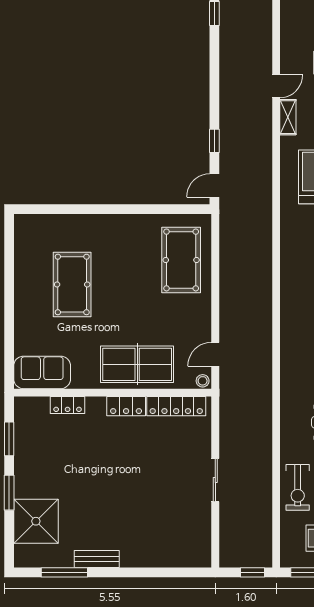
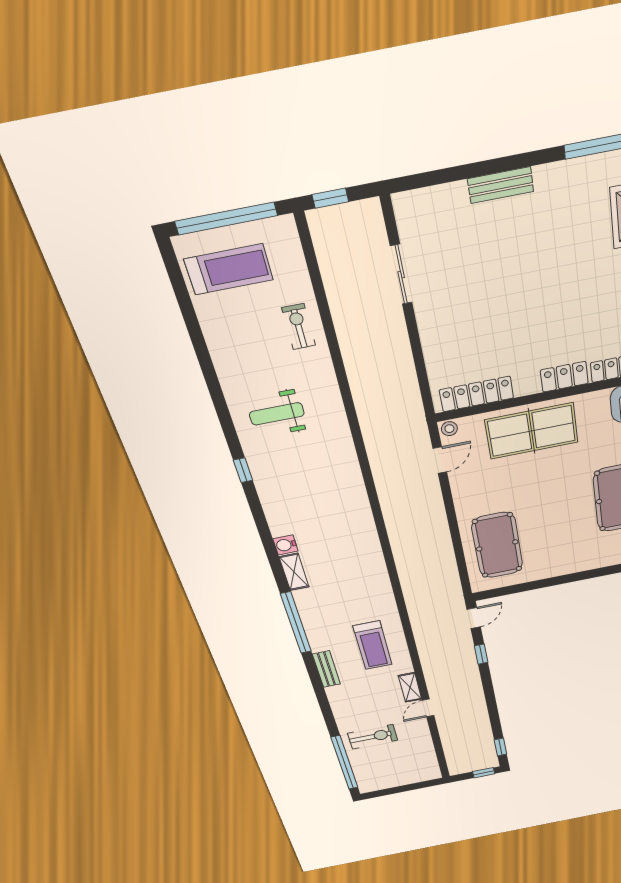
locker: (126, 406) -> (564, 377), moved
sliding door: (215, 480) -> (401, 275), moved
exercise bike: (298, 487) -> (299, 327), width x0.73, depth x0.72
bench: (97, 559) -> (501, 185), moved

